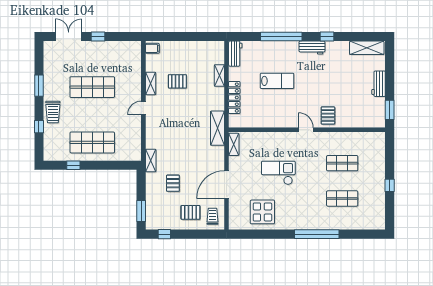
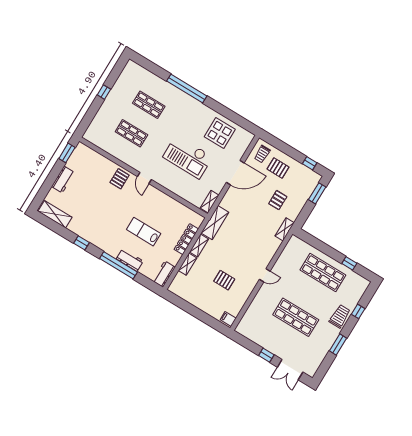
workbench: (312, 48) -> (130, 260), moved
shelving: (151, 83) -> (199, 246), moved
checkout: (278, 173) -> (188, 157), width x1.36, depth x1.21

